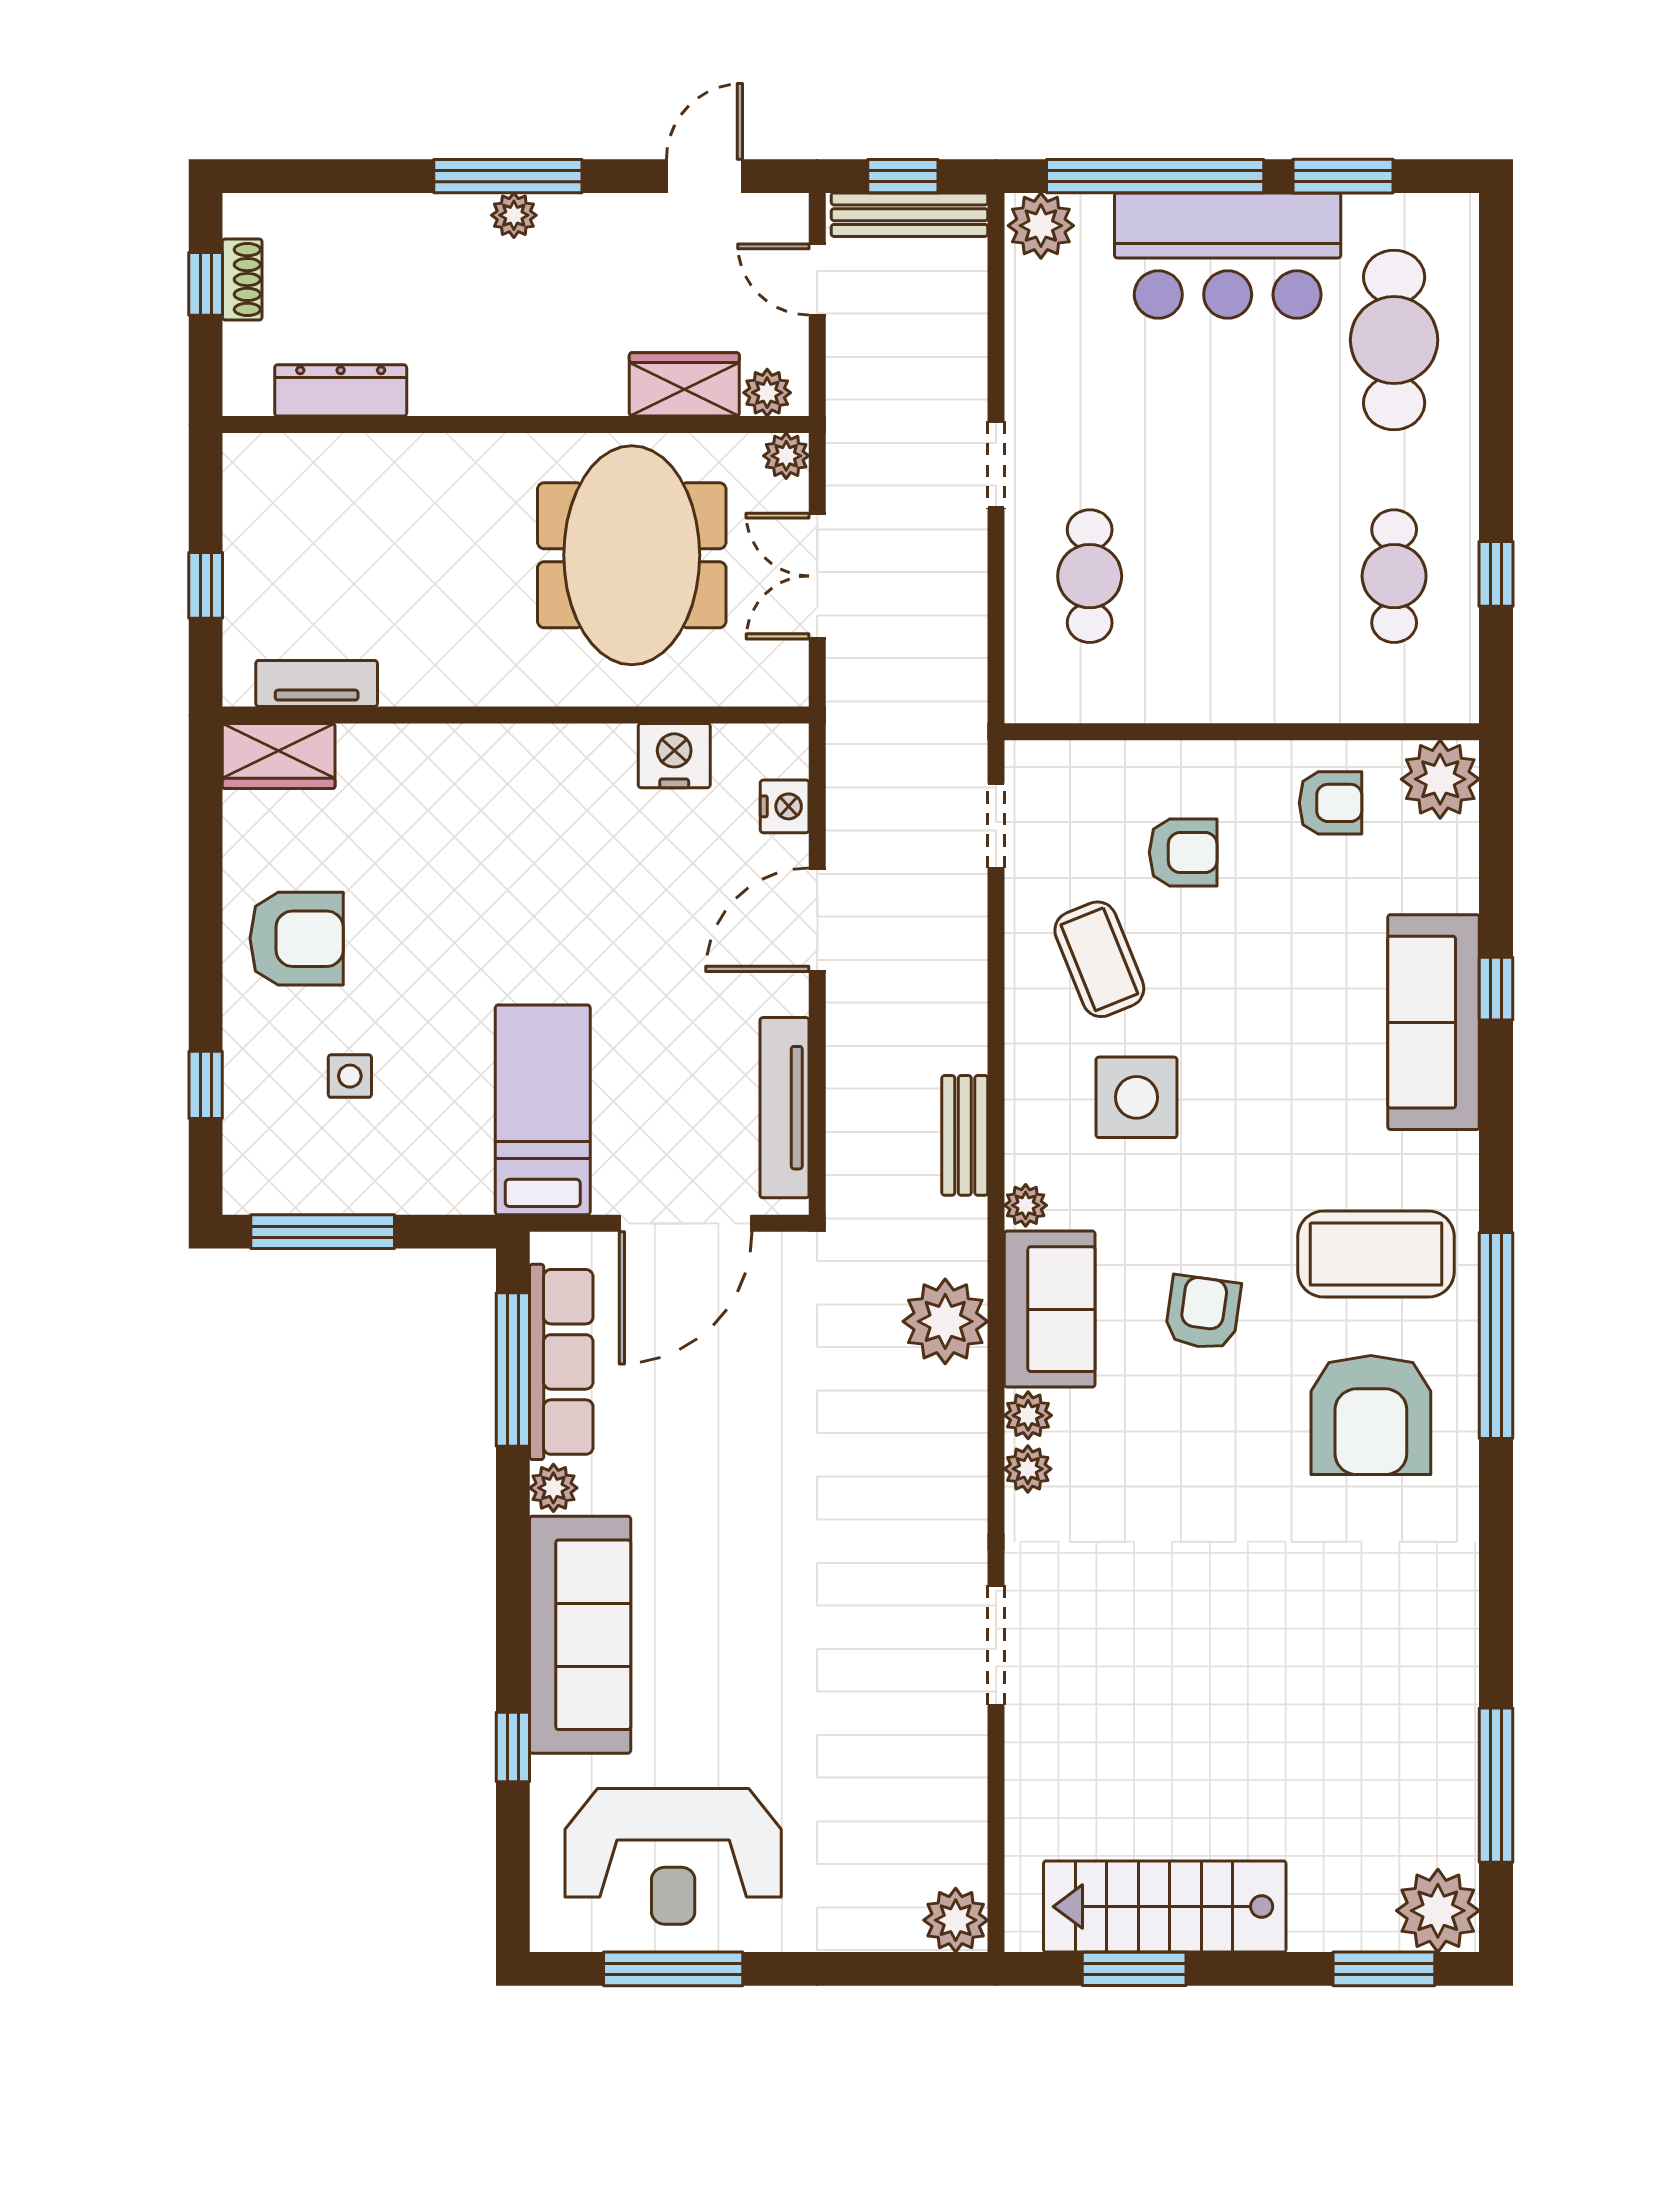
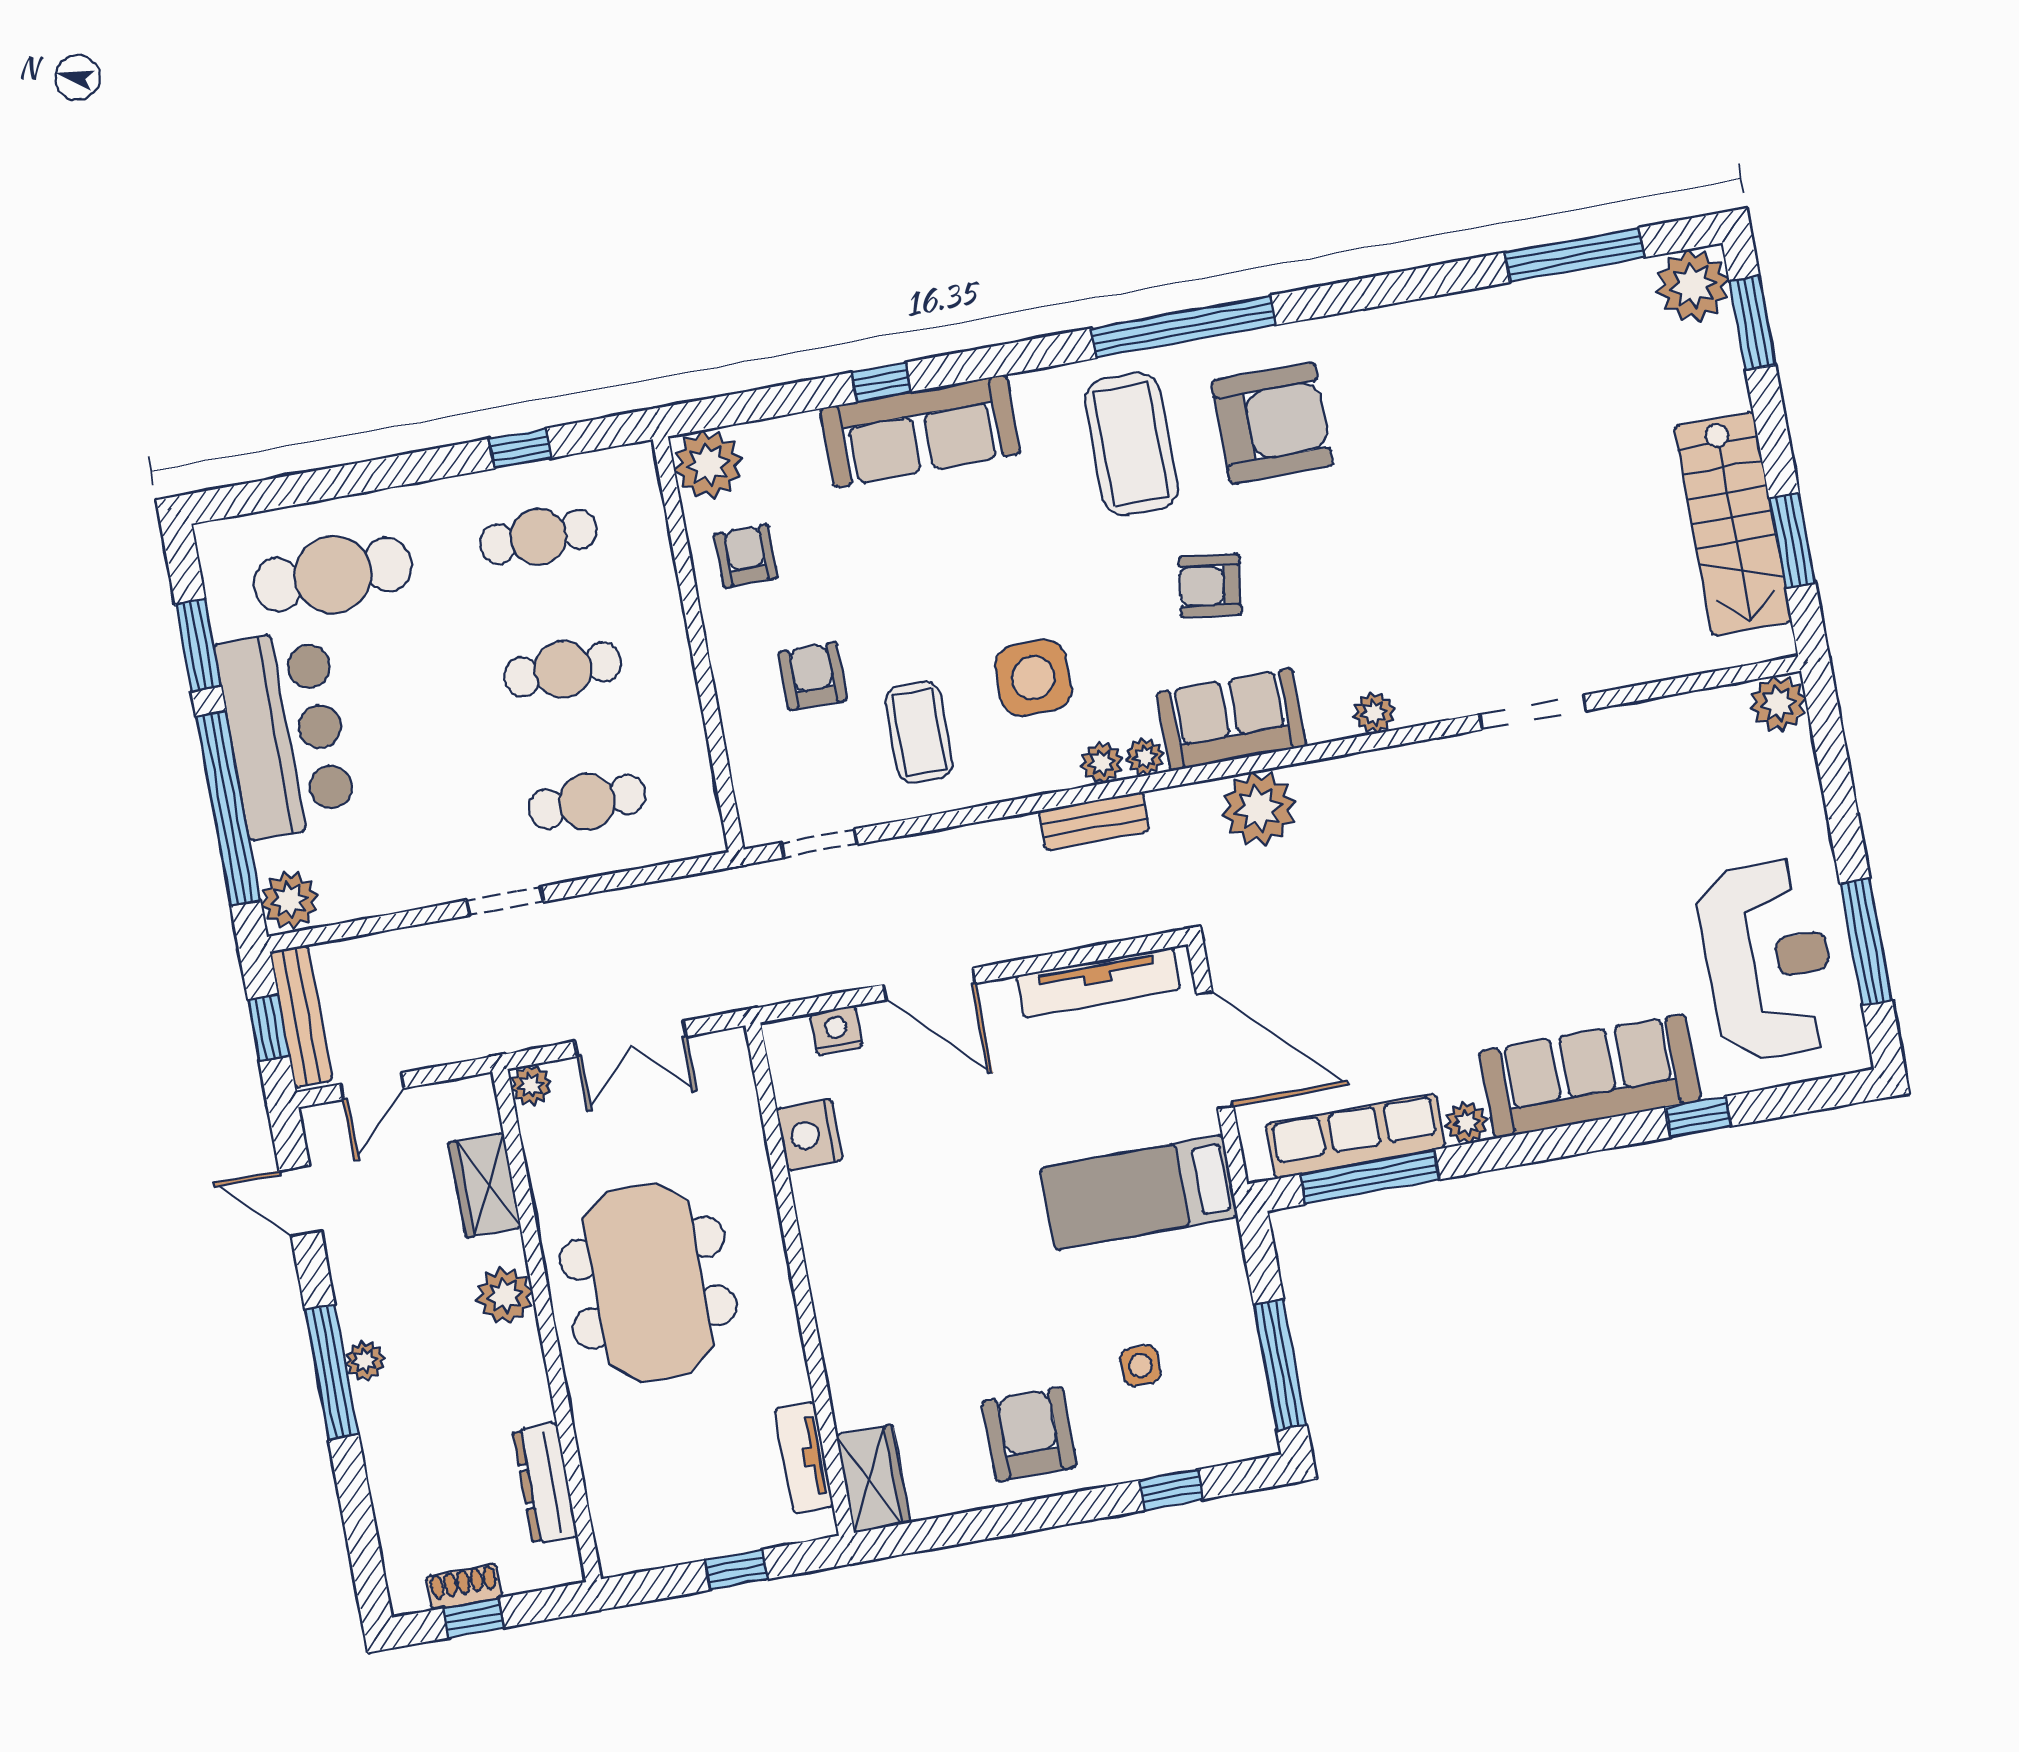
plant: (767, 393) -> (505, 1296), moved, width x1.38, depth x1.38
meeting table: (632, 555) -> (648, 1283), moved, turned 90
cafe table: (1242, 576) -> (563, 669), added
coffee table: (1099, 959) -> (919, 732), turned -68
plant: (1028, 1415) -> (1102, 763), moved

